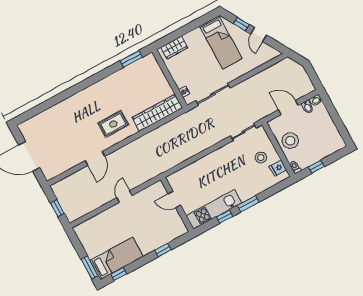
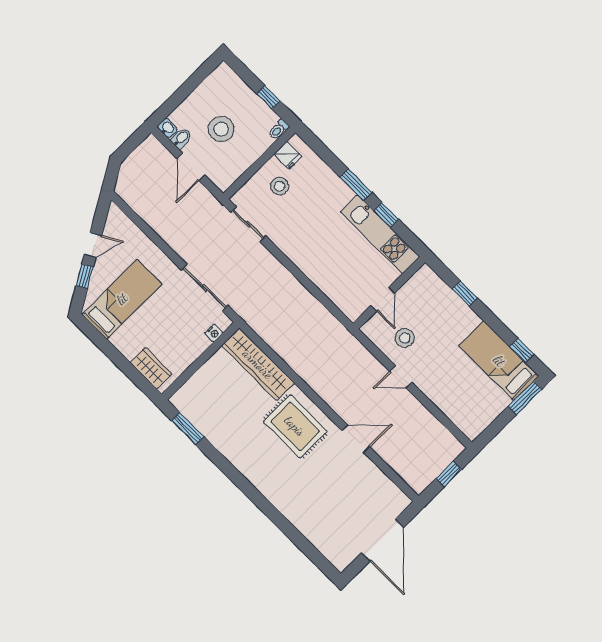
rug: (113, 124) -> (295, 426), width x1.36, depth x1.43
stool: (290, 141) -> (221, 129), moved
stool: (147, 206) -> (405, 338), added

